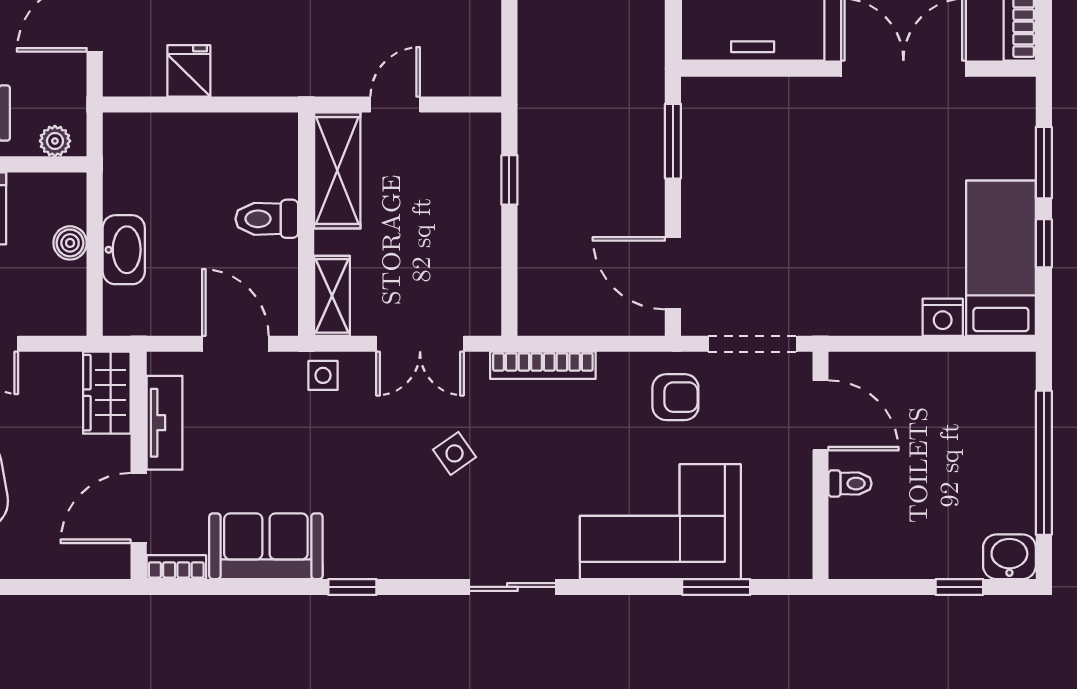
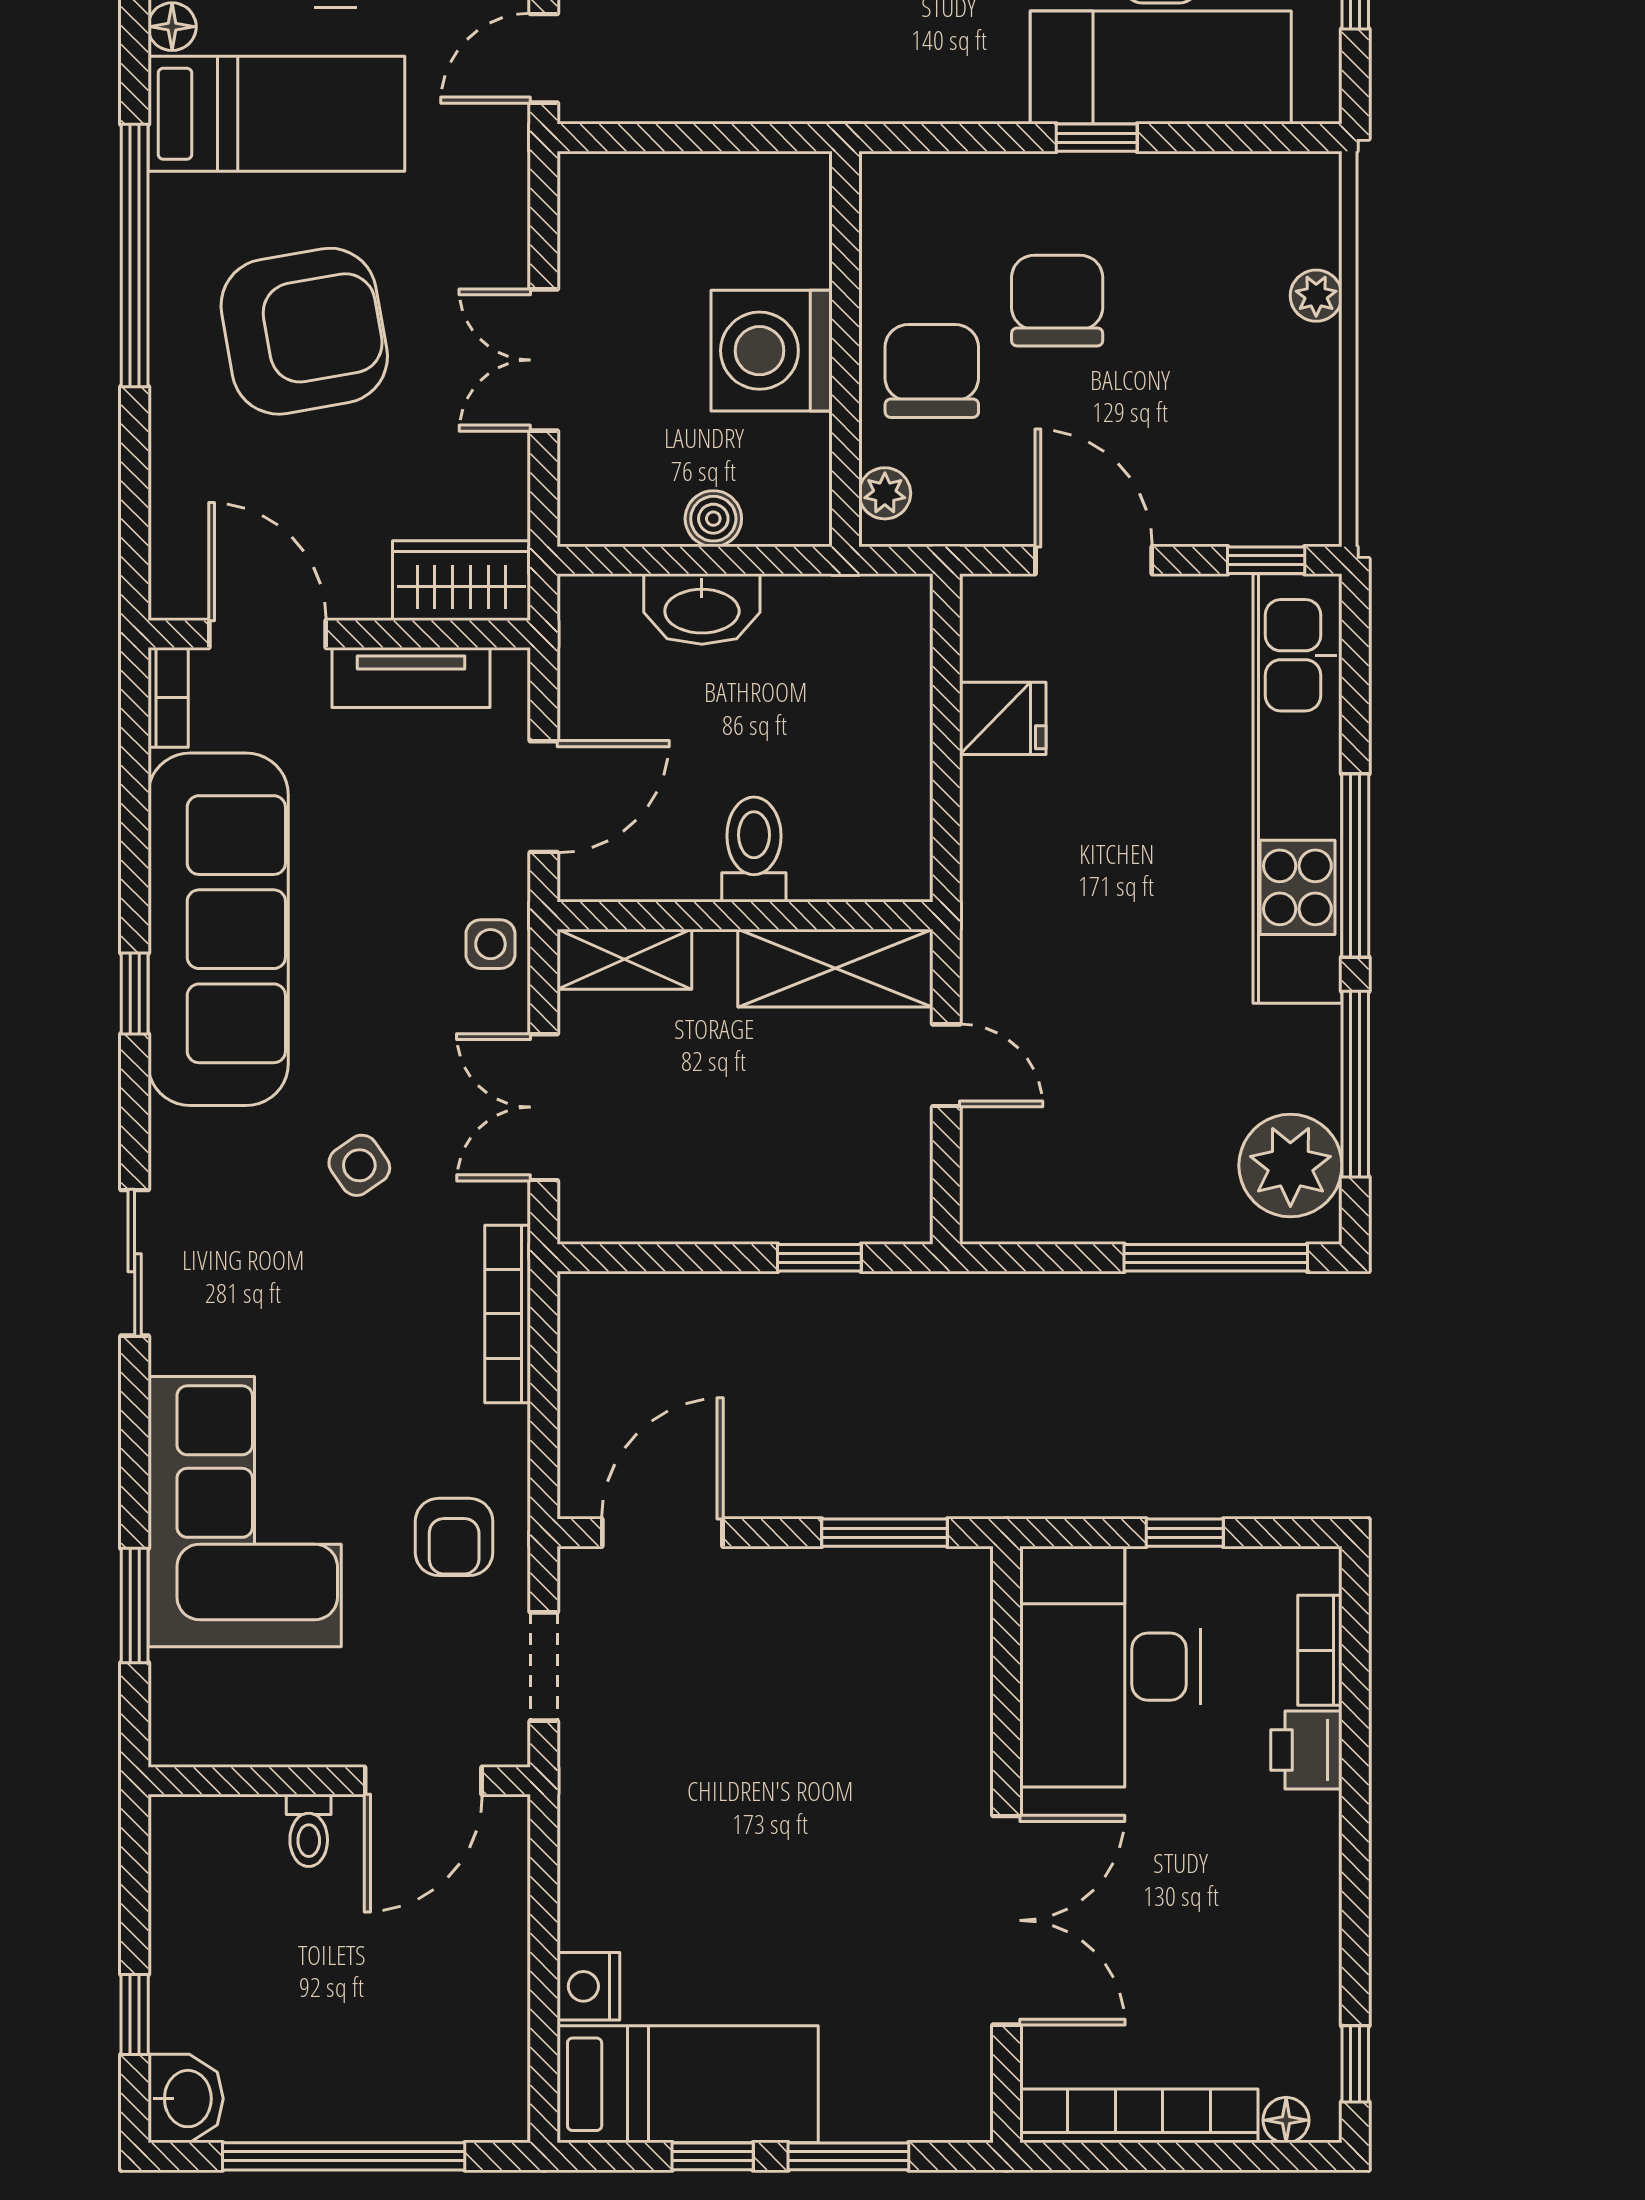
doorway: (753, 344) -> (544, 1667), width x0.73
sofa: (266, 546) -> (218, 929), width x1.85, depth x1.27

